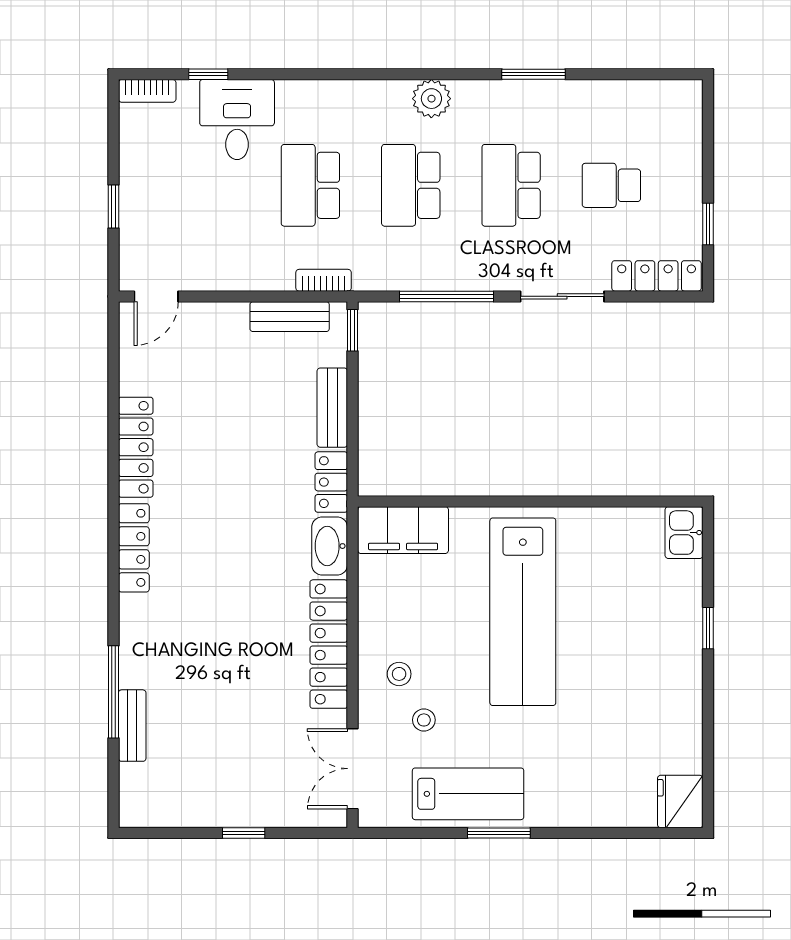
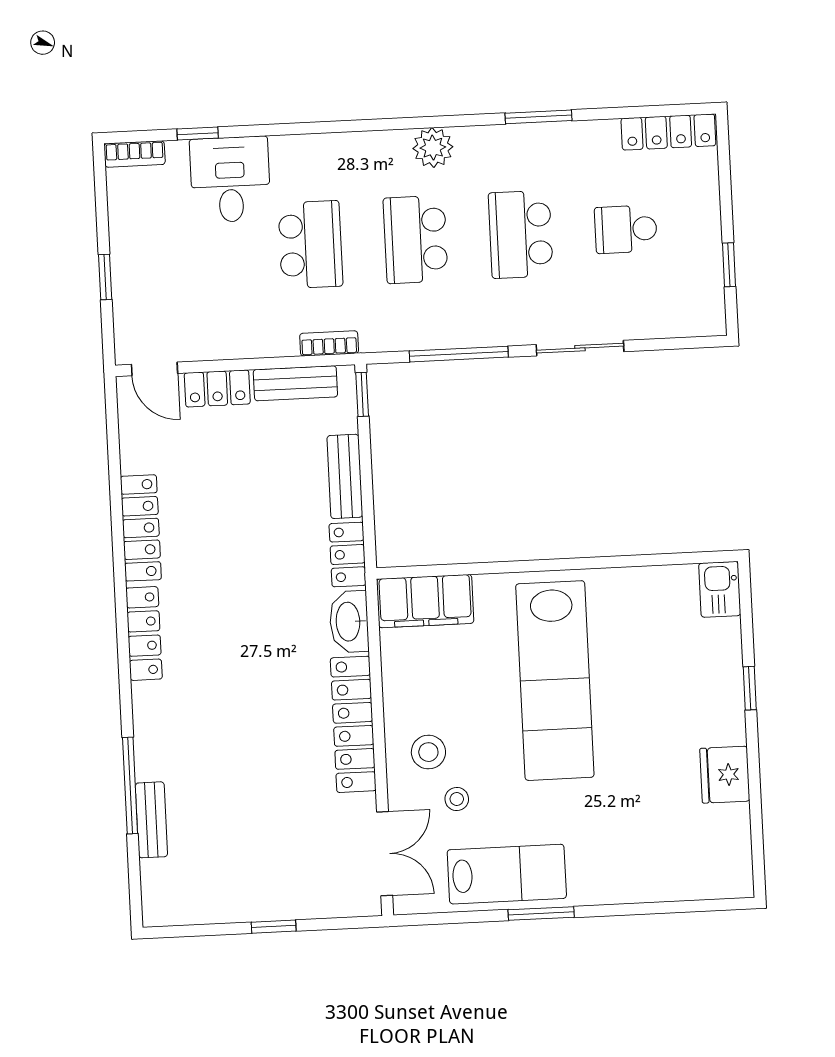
school desk: (310, 185) -> (310, 245), turned 180
locker: (657, 276) -> (668, 132), moved, turned 180
door: (156, 296) -> (154, 369), hinge flipped
locker: (215, 318) -> (217, 388), added
stool: (399, 674) -> (428, 752), width x1.37, depth x1.37
double door: (353, 769) -> (385, 854), swing flipped
fridge: (680, 802) -> (725, 775), moved

